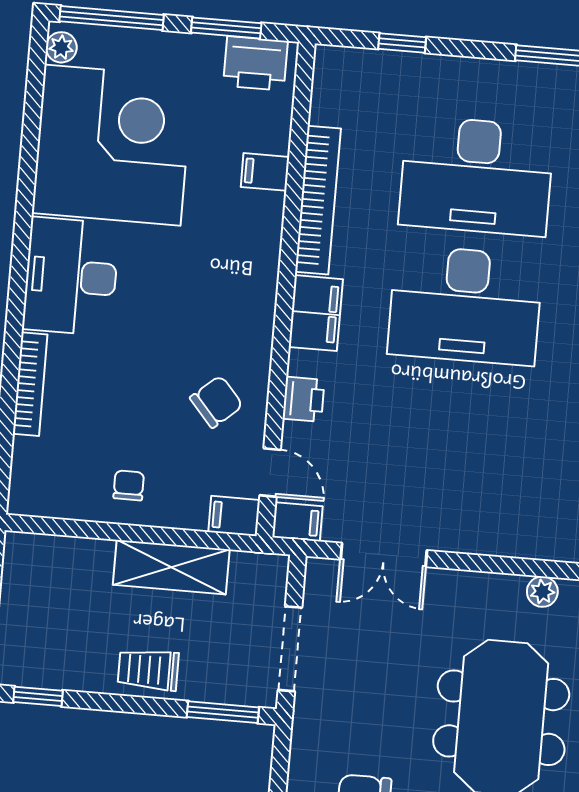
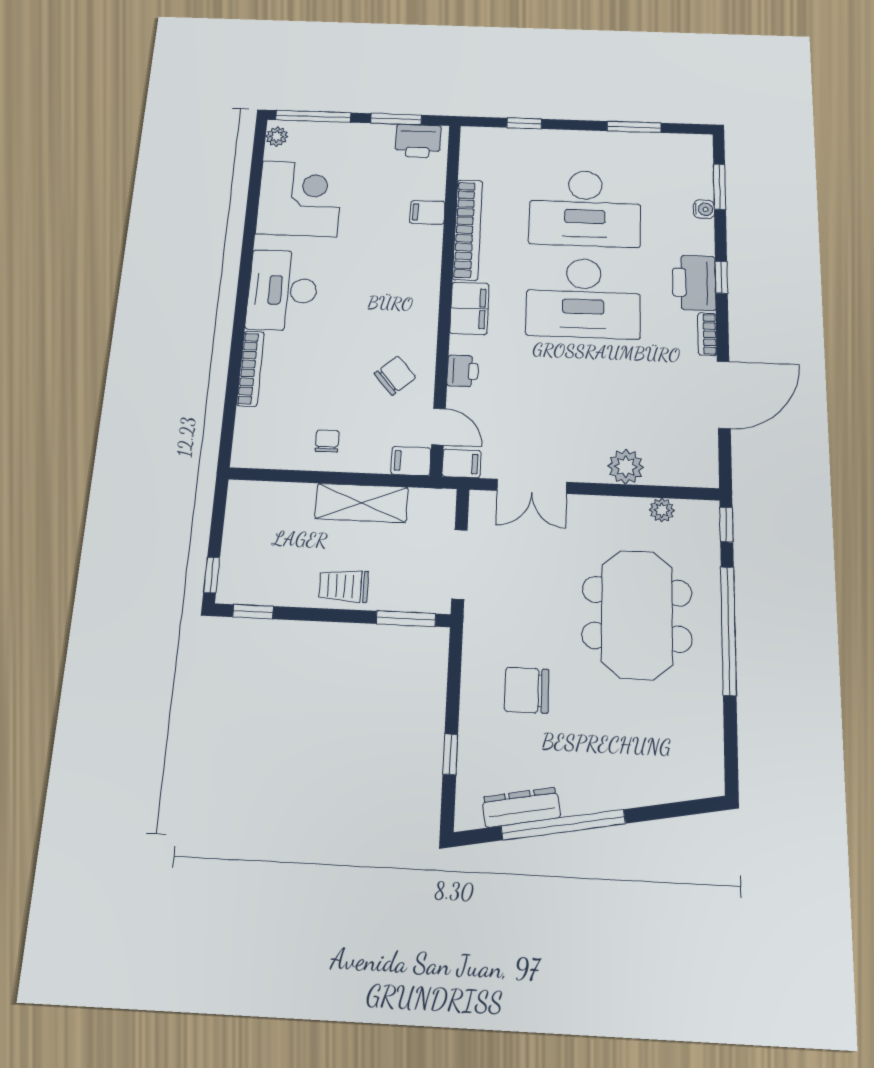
corner desk: (112, 145) -> (299, 199), width x0.74, depth x0.74
plant: (502, 534) -> (626, 467), added

